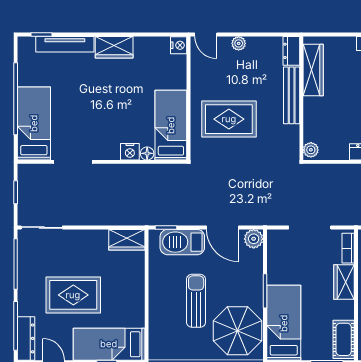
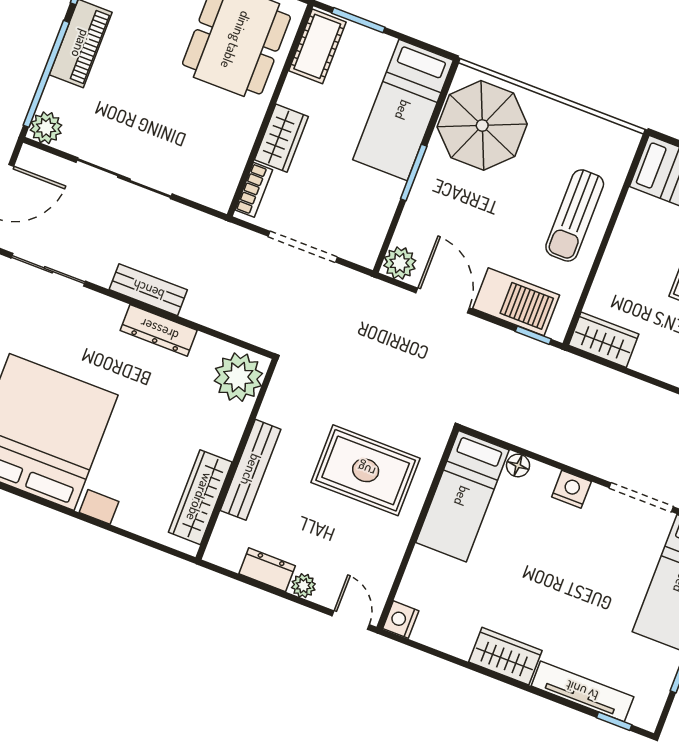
dresser: (291, 51) -> (267, 570), moved, turned -90
plant: (311, 150) -> (238, 377), width x1.88, depth x1.88
nightstand: (130, 152) -> (571, 489), moved
sun lounger: (196, 301) -> (575, 215), moved

